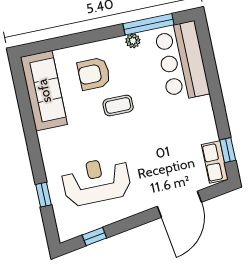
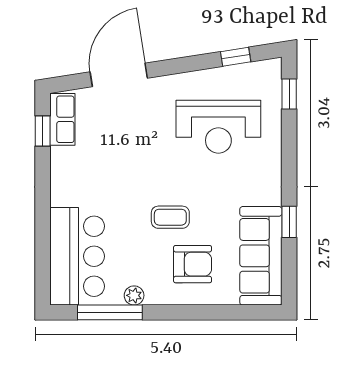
window: (28, 121) -> (289, 222), added
window: (44, 195) -> (289, 94), moved

